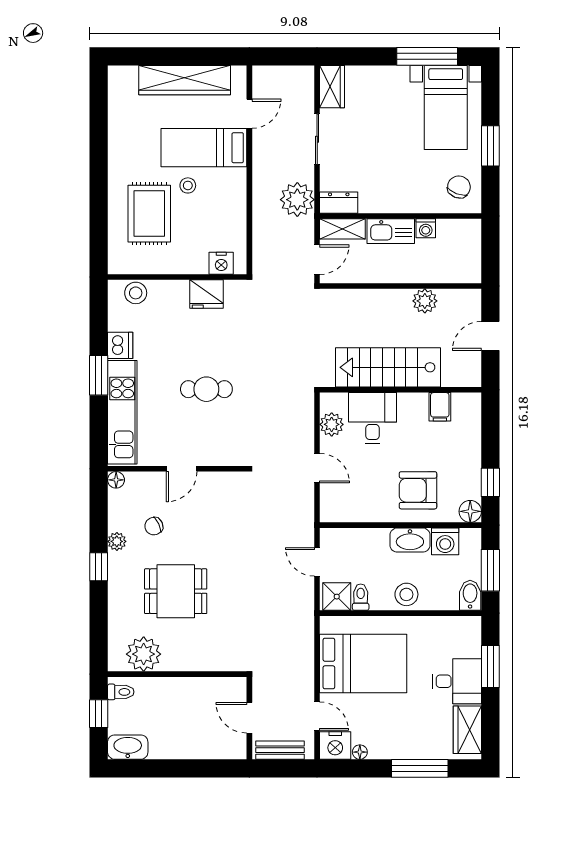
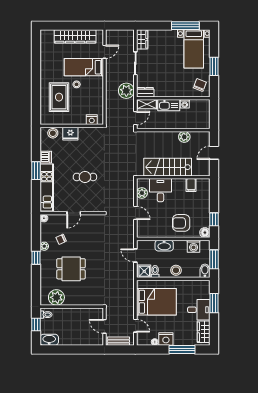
fridge: (206, 294) -> (70, 134), moved
washbasin: (410, 540) -> (164, 246), moved
nightstand: (335, 746) -> (166, 339), moved

